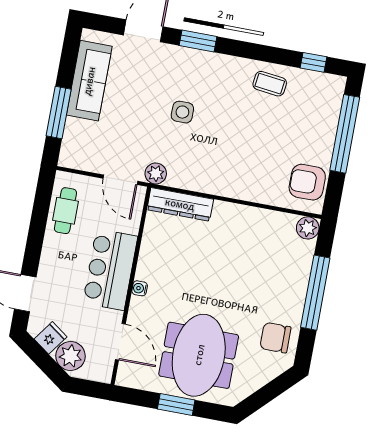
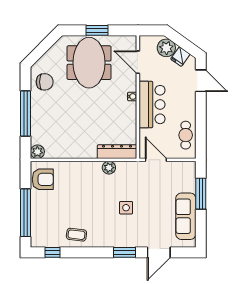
plant: (156, 174) -> (109, 168), moved

